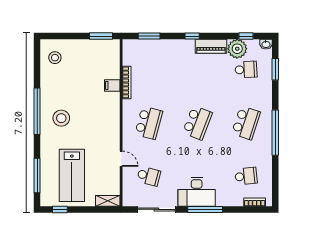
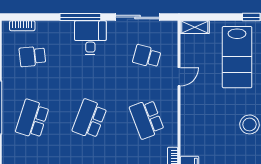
school desk: (149, 123) -> (147, 119), turned -36
door: (121, 159) -> (179, 77), swing flipped
lab bench: (72, 175) -> (237, 57), turned 180
desk: (197, 192) -> (90, 38), width x0.73

